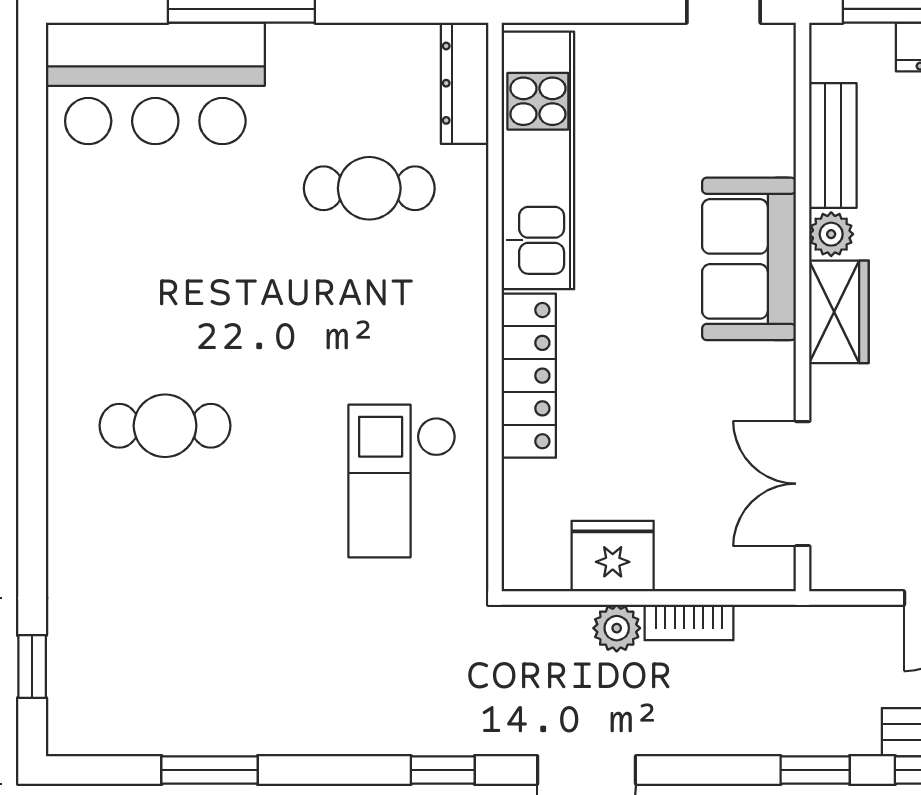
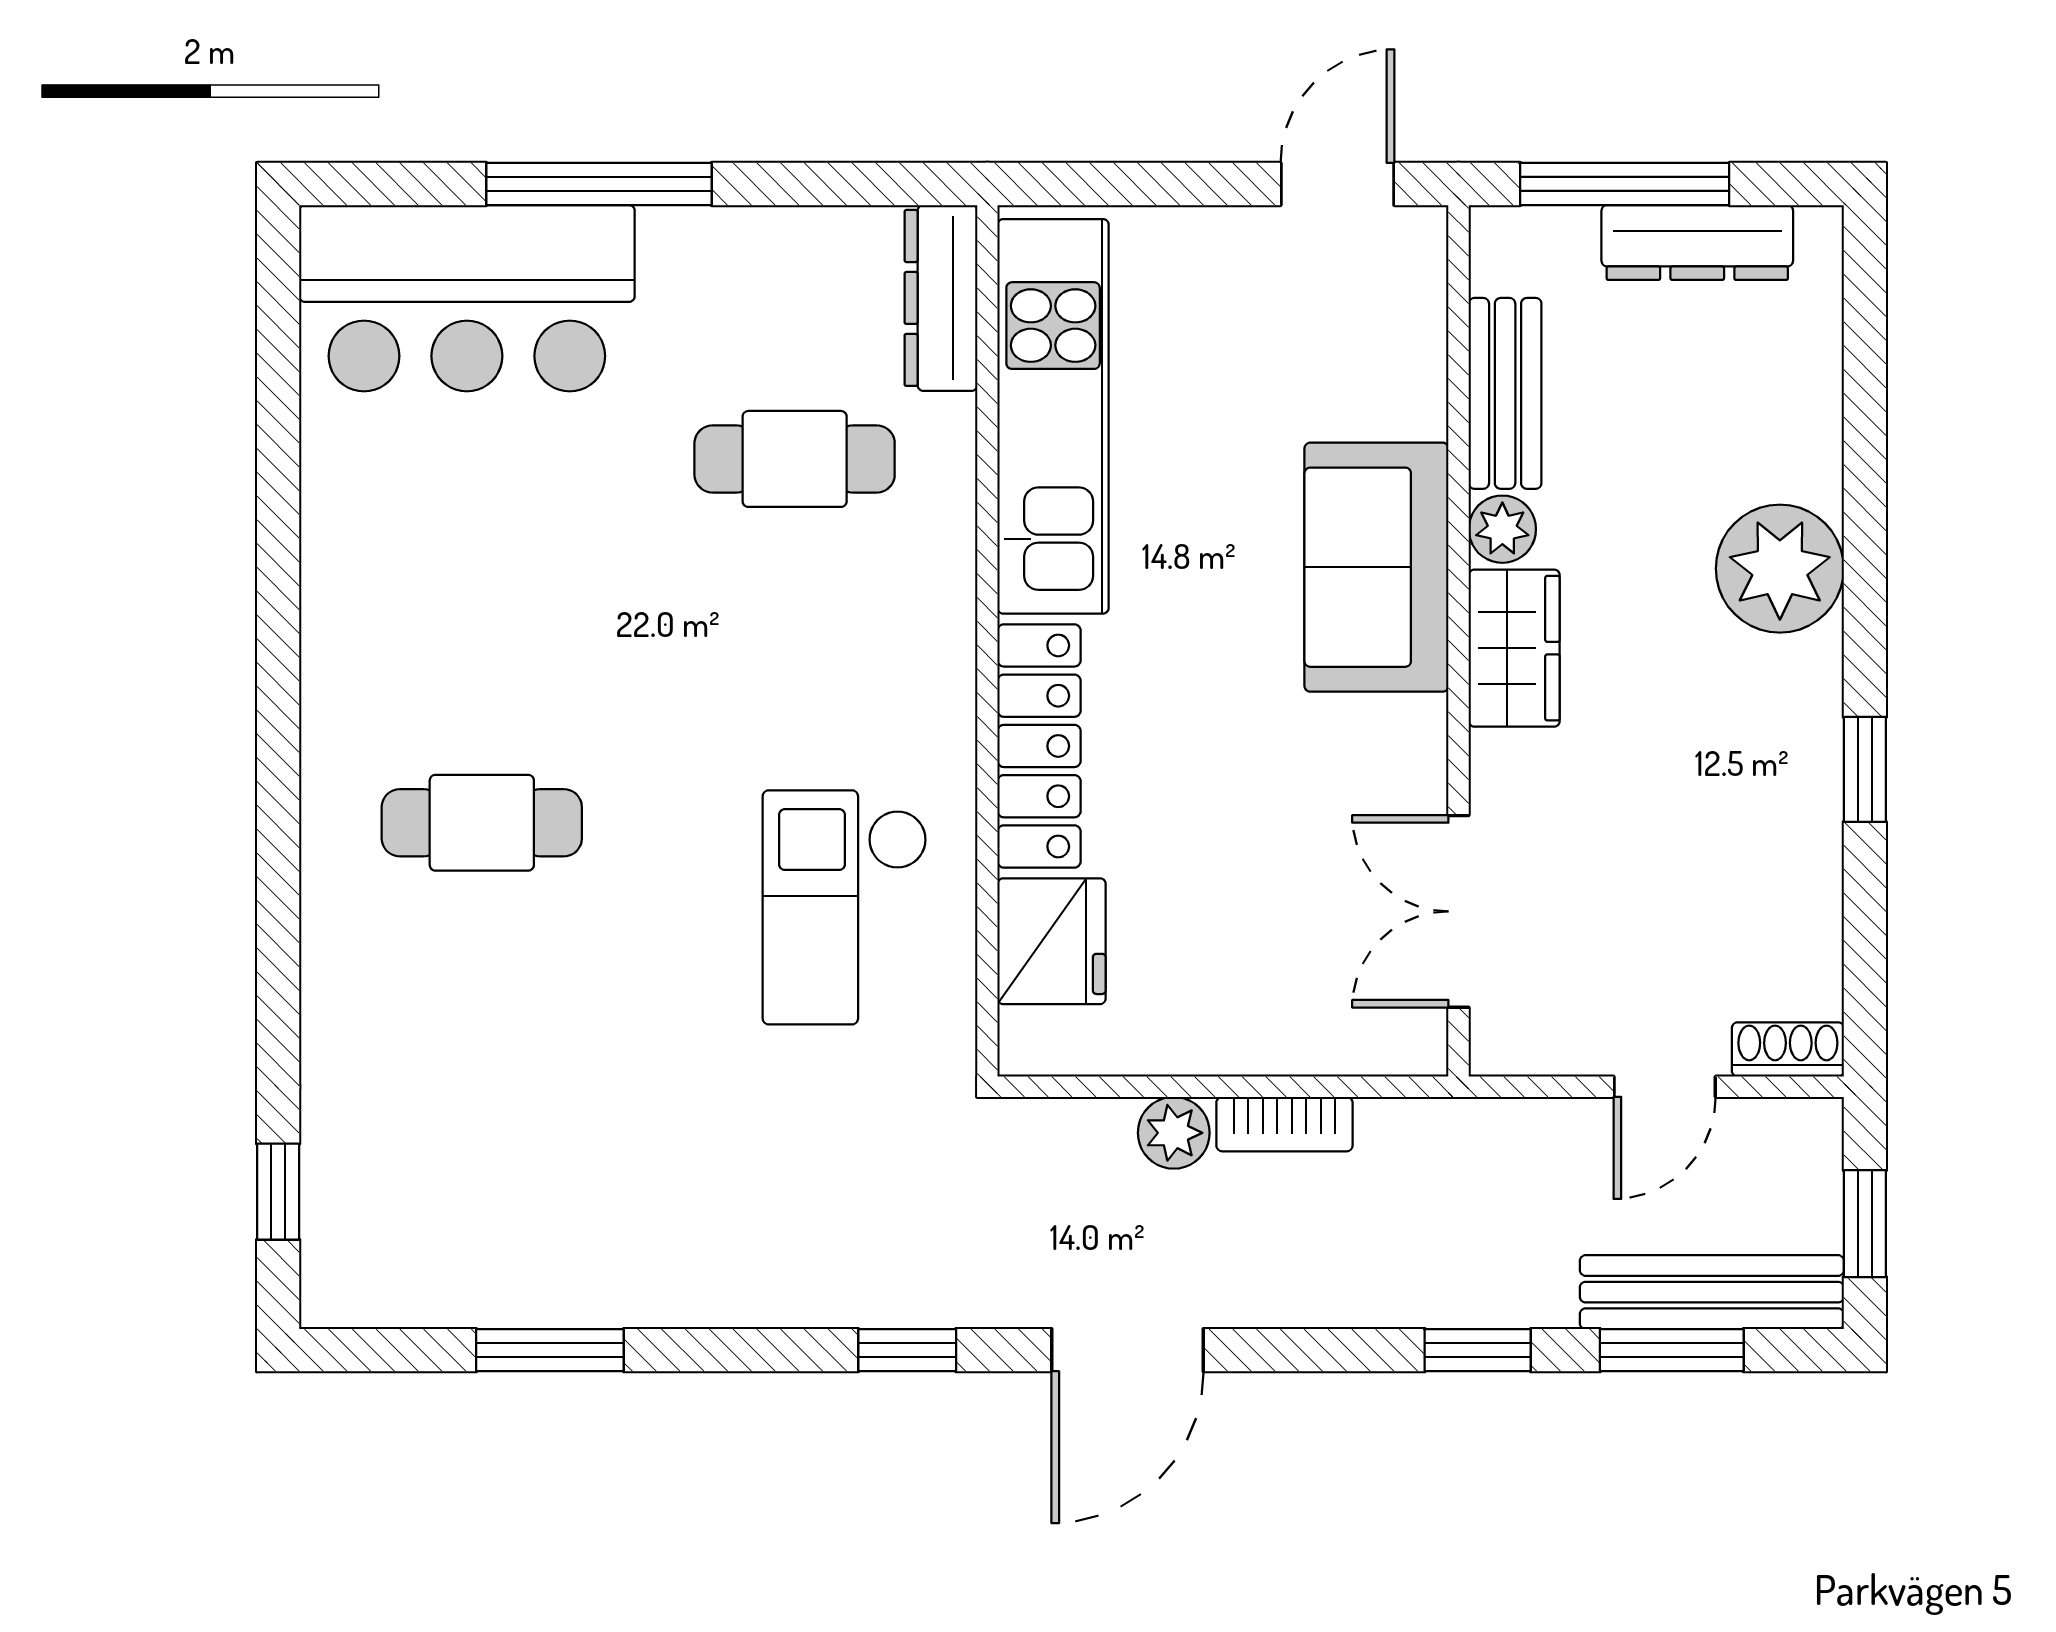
fridge: (613, 556) -> (1052, 941), moved, turned 90

